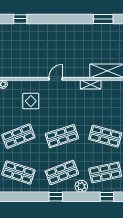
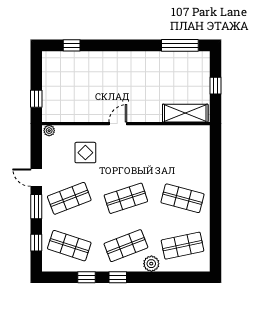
window: (103, 19) -> (180, 45), width x1.44
shelving: (91, 85) -> (163, 131), removed
window: (107, 197) -> (86, 277), moved

